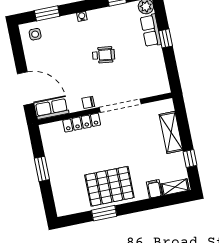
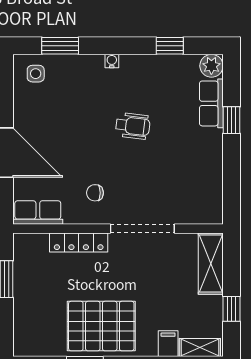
doorway: (120, 106) -> (142, 229), moved
row of seats: (52, 109) -> (38, 213), moved
wall: (105, 109) -> (118, 229), moved
locker: (82, 123) -> (79, 242), moved

